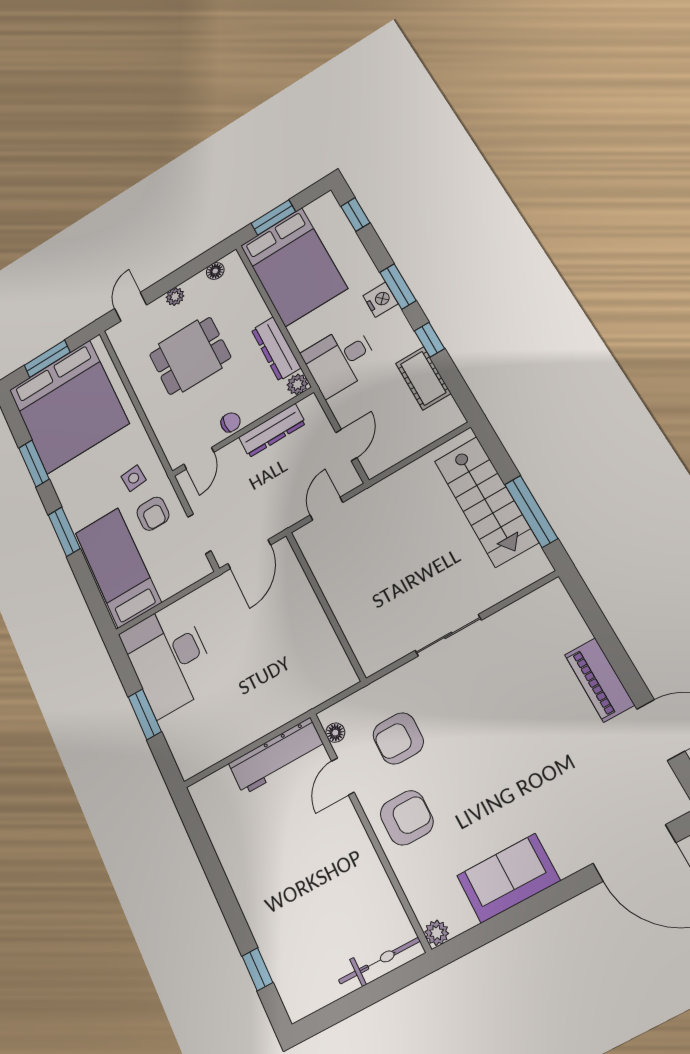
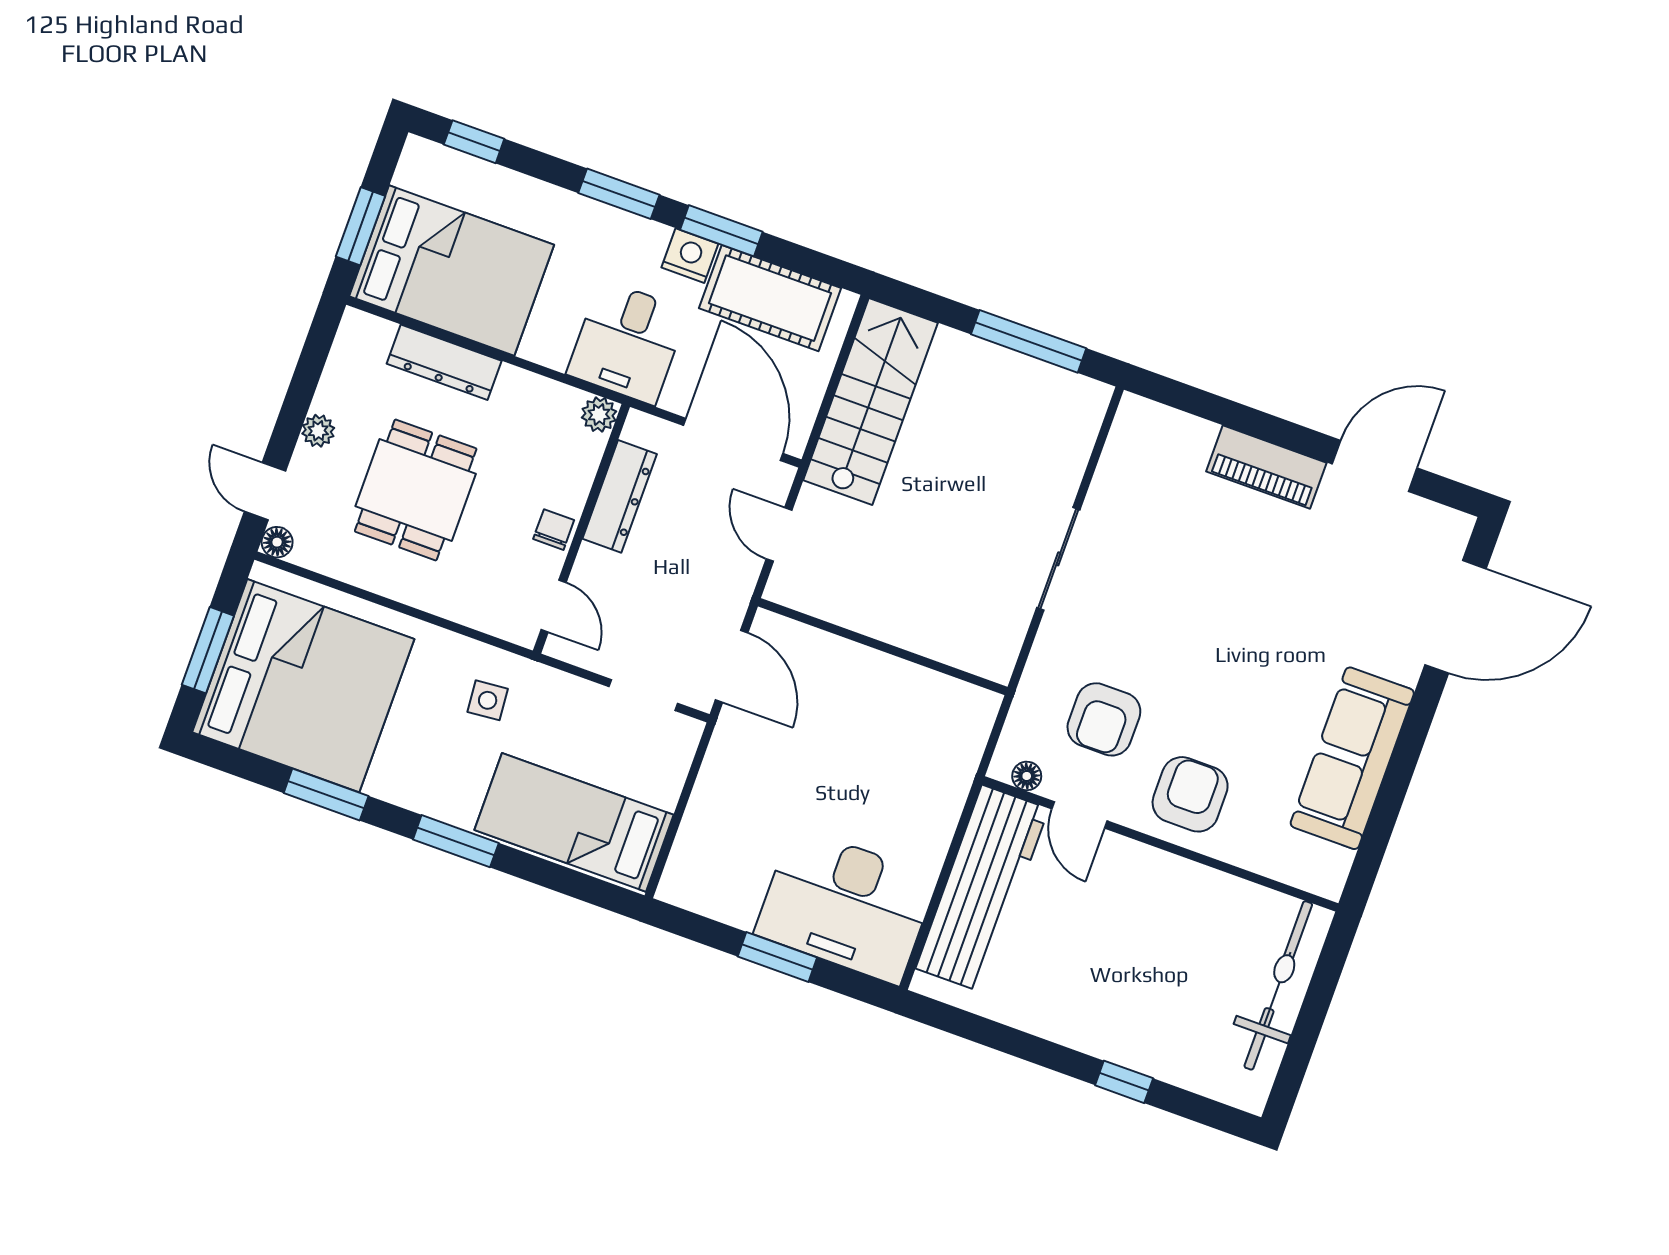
floor lamp: (215, 271) -> (277, 542), moved
nightstand: (380, 300) -> (690, 256), moved
window: (429, 340) -> (721, 231), width x1.50
dresser: (276, 349) -> (444, 362), moved
cot: (423, 378) -> (770, 298), width x1.37, depth x1.34
door: (346, 445) -> (733, 439), width x1.87
stairs: (486, 501) -> (871, 402), moved, turned -90
armchair: (153, 514) -> (557, 721), removed
desk: (169, 659) -> (846, 906), moved
workbench: (277, 756) -> (982, 889), width x1.36, depth x1.32
sofa: (508, 878) -> (1352, 758), width x1.36
plant: (437, 933) -> (1328, 881), removed
bicycle: (379, 961) -> (1278, 985), width x1.37, depth x1.40
window: (257, 969) -> (1124, 1082), moved

